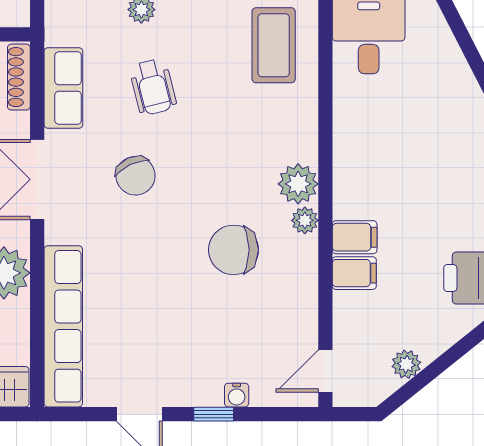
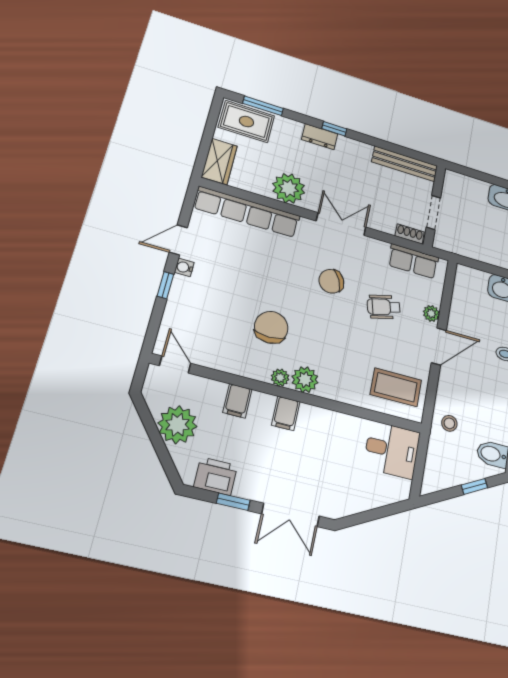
shoe rack: (19, 77) -> (410, 234), width x0.70
row of seats: (63, 88) -> (413, 261), moved
filing cabinet: (355, 237) -> (286, 413), moved
plant: (406, 364) -> (177, 425), width x1.88, depth x1.88
water cooler: (237, 395) -> (184, 267), moved

